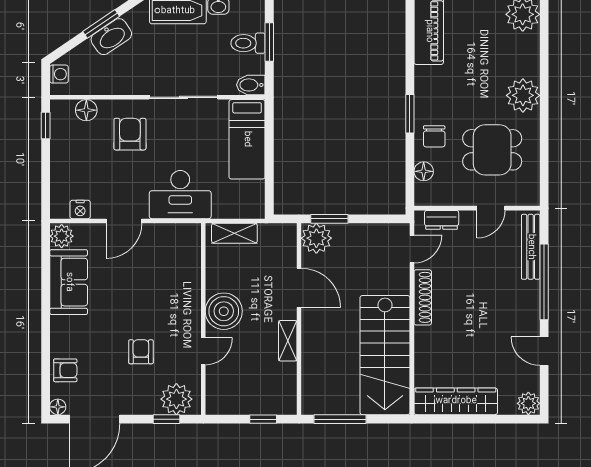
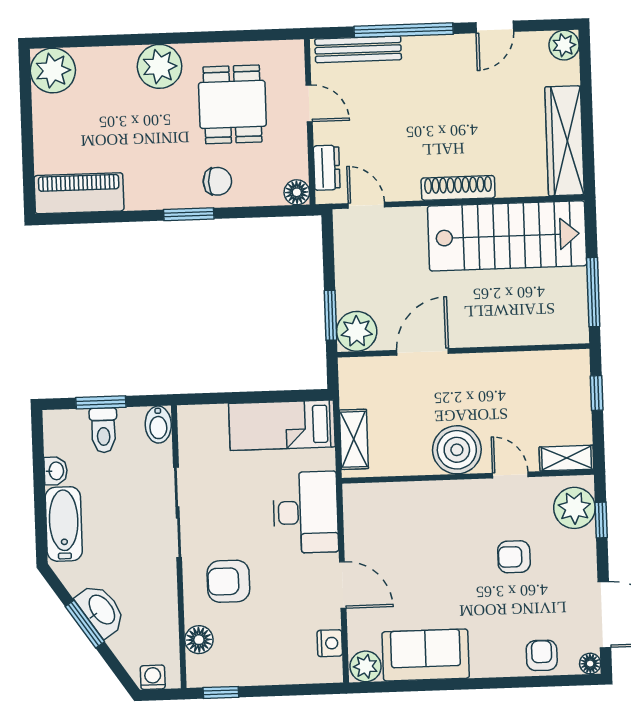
bed: (247, 139) -> (282, 425), moved, turned 180
floor lamp: (424, 171) -> (297, 192), moved
shoe rack: (423, 297) -> (458, 188), moved
shelving: (288, 341) -> (566, 458), moved

